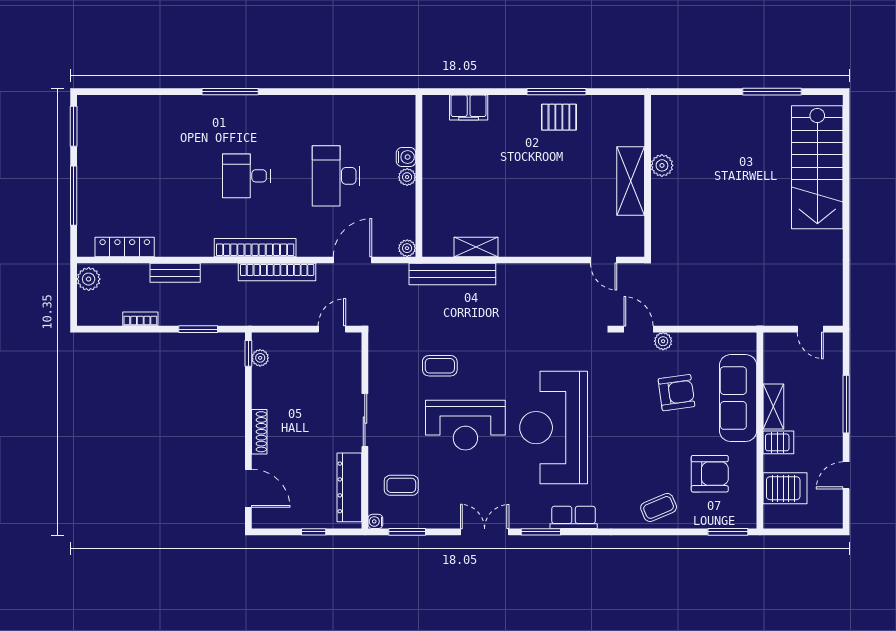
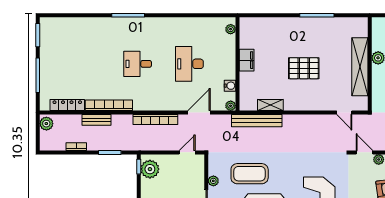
filing cabinet: (469, 108) -> (247, 60), moved, turned -90
pallet: (559, 117) -> (304, 68), moved, width x1.50, depth x1.42
water cooler: (406, 157) -> (230, 86), moved
plant: (407, 177) -> (231, 29), moved
shelving: (631, 181) -> (360, 67), width x1.47
bookcase: (255, 248) -> (109, 105), moved
plant: (260, 358) -> (150, 169), width x1.88, depth x1.88
coffee table: (440, 366) -> (250, 174), width x1.86, depth x1.72
plant: (377, 378) -> (213, 181), added

